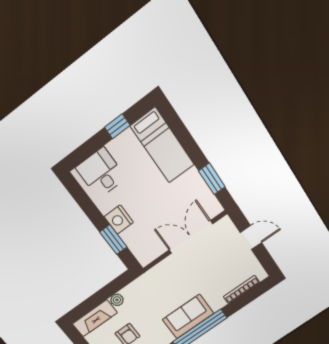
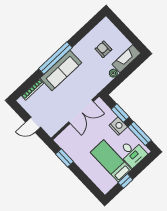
bed: (162, 146) -> (111, 161), moved
window: (86, 203) -> (140, 134), added
double door: (191, 237) -> (81, 112), moved
sofa: (188, 316) -> (61, 70), width x1.36

